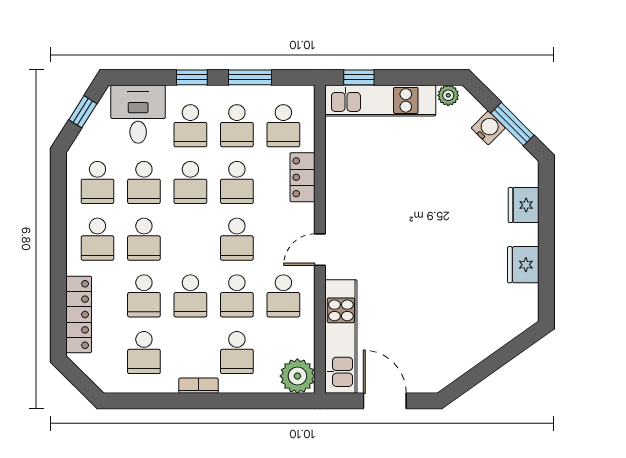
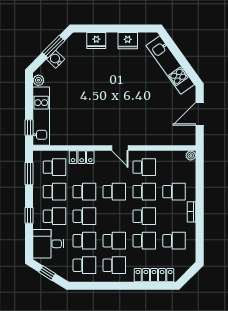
window: (250, 77) -> (29, 174), moved
kitchen unit: (341, 337) -> (170, 65), moved, turned -125
plant: (297, 376) -> (191, 155), width x0.53, depth x0.53

